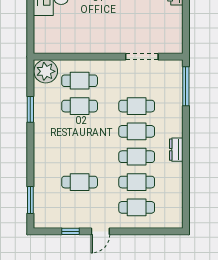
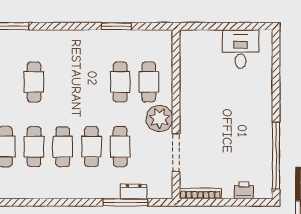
bookcase: (178, 35) -> (200, 194), added
plant: (46, 71) -> (159, 119), moved
window: (186, 86) -> (125, 202), moved
dresser: (176, 150) -> (134, 191), moved

